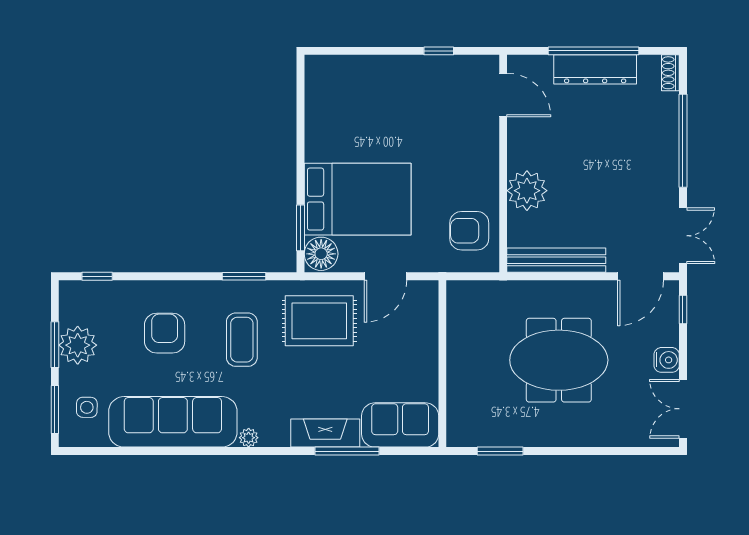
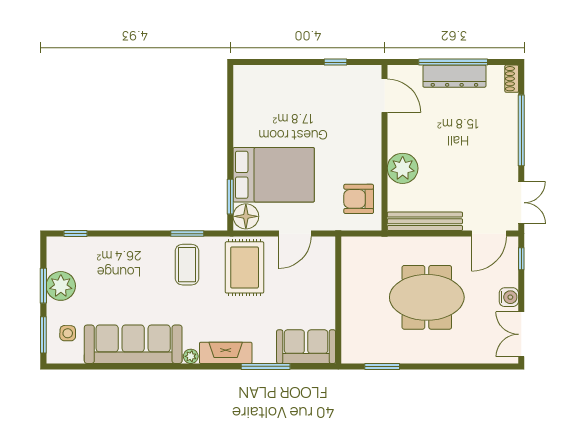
rug: (319, 321) -> (245, 267), turned 90
armchair: (165, 333) -> (127, 277), removed
coffee table: (242, 340) -> (187, 265), moved
fireplace: (325, 433) -> (226, 353), moved

